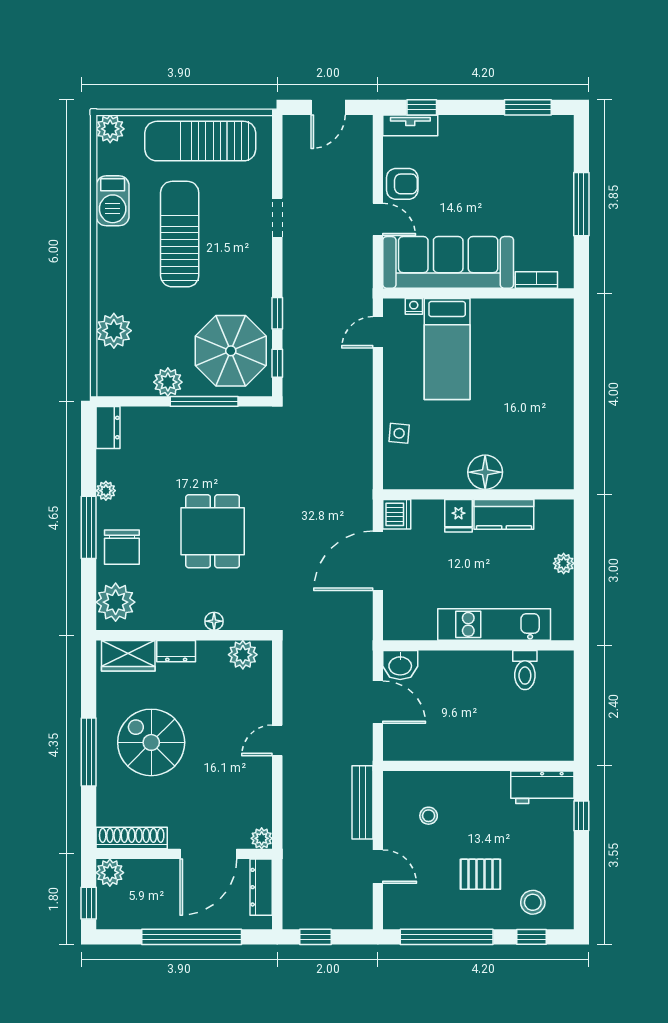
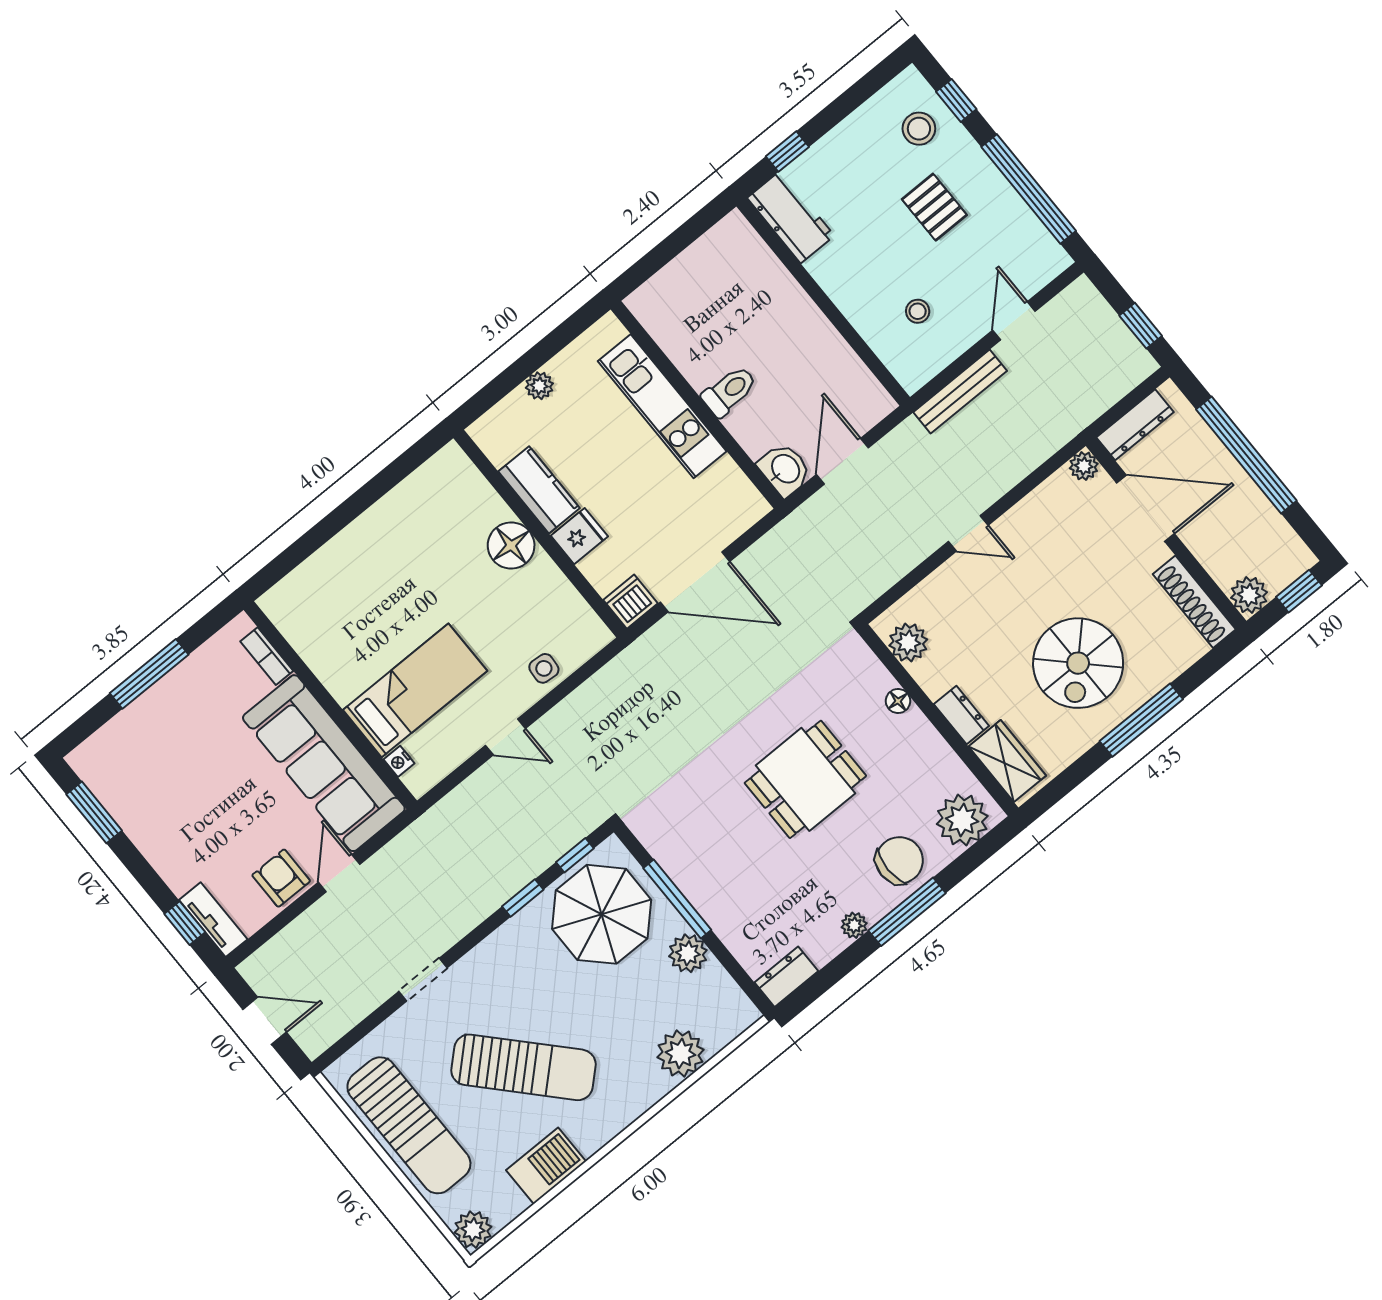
sun lounger: (180, 234) -> (523, 1067), turned -133
door: (378, 332) -> (505, 737), moved
toilet: (525, 670) -> (729, 391), moved

